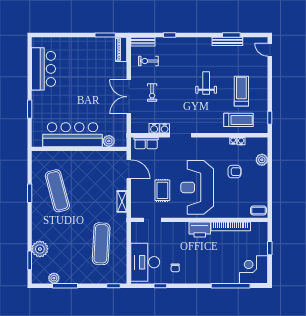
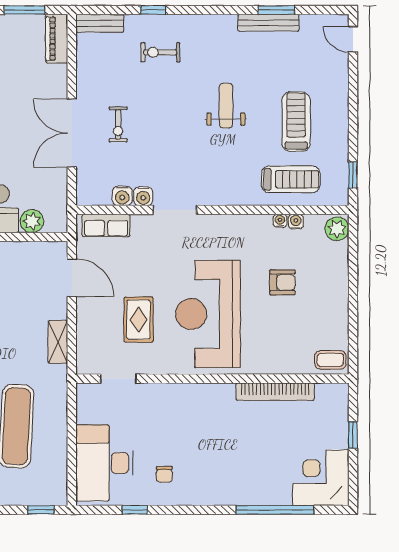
exercise bike: (148, 61) -> (160, 52), moved
plant: (262, 160) -> (337, 229), moved
printer: (200, 230) -> (213, 398), removed

